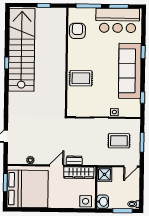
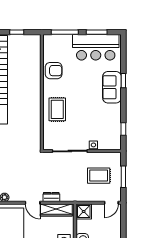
armchair: (77, 31) -> (54, 71), moved, turned 90
sofa: (130, 71) -> (112, 87), width x0.54, depth x0.79
rug: (81, 78) -> (57, 109), turned 90
door: (57, 166) -> (33, 203), swing flipped

